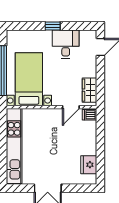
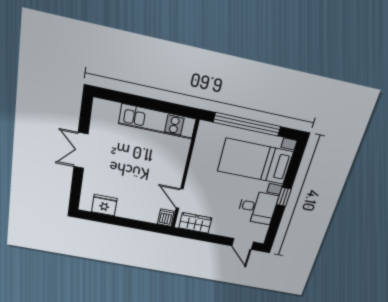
bed with nightstands: (29, 79) -> (255, 161), moved, turned 180
kitchen unit: (14, 146) -> (157, 121), width x0.73

